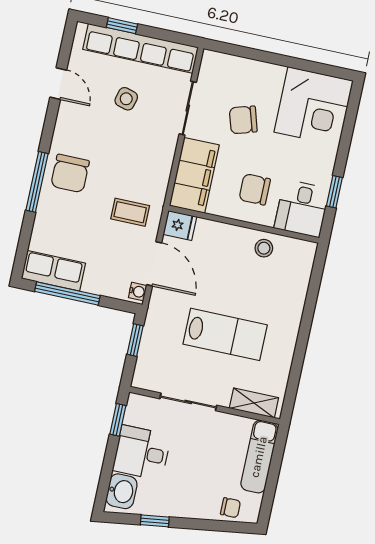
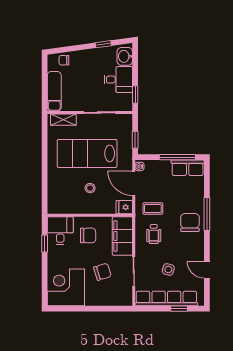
wheelchair: (138, 167) -> (154, 234), added
stool: (264, 248) -> (90, 188), moved
lab bench: (225, 334) -> (87, 153), width x1.36, depth x1.39

